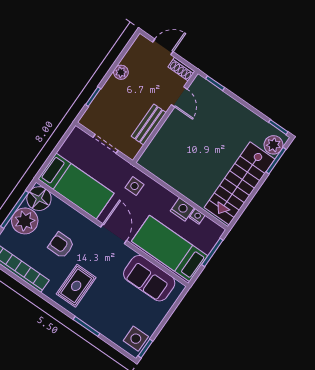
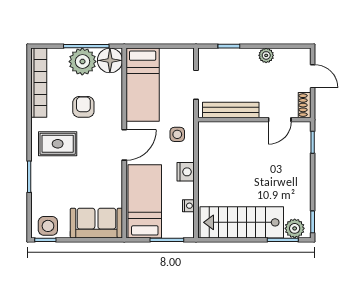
bench: (149, 124) -> (231, 110), width x1.36
nightstand: (182, 209) -> (186, 172), moved
sofa: (149, 278) -> (96, 223), moved, turned 90

